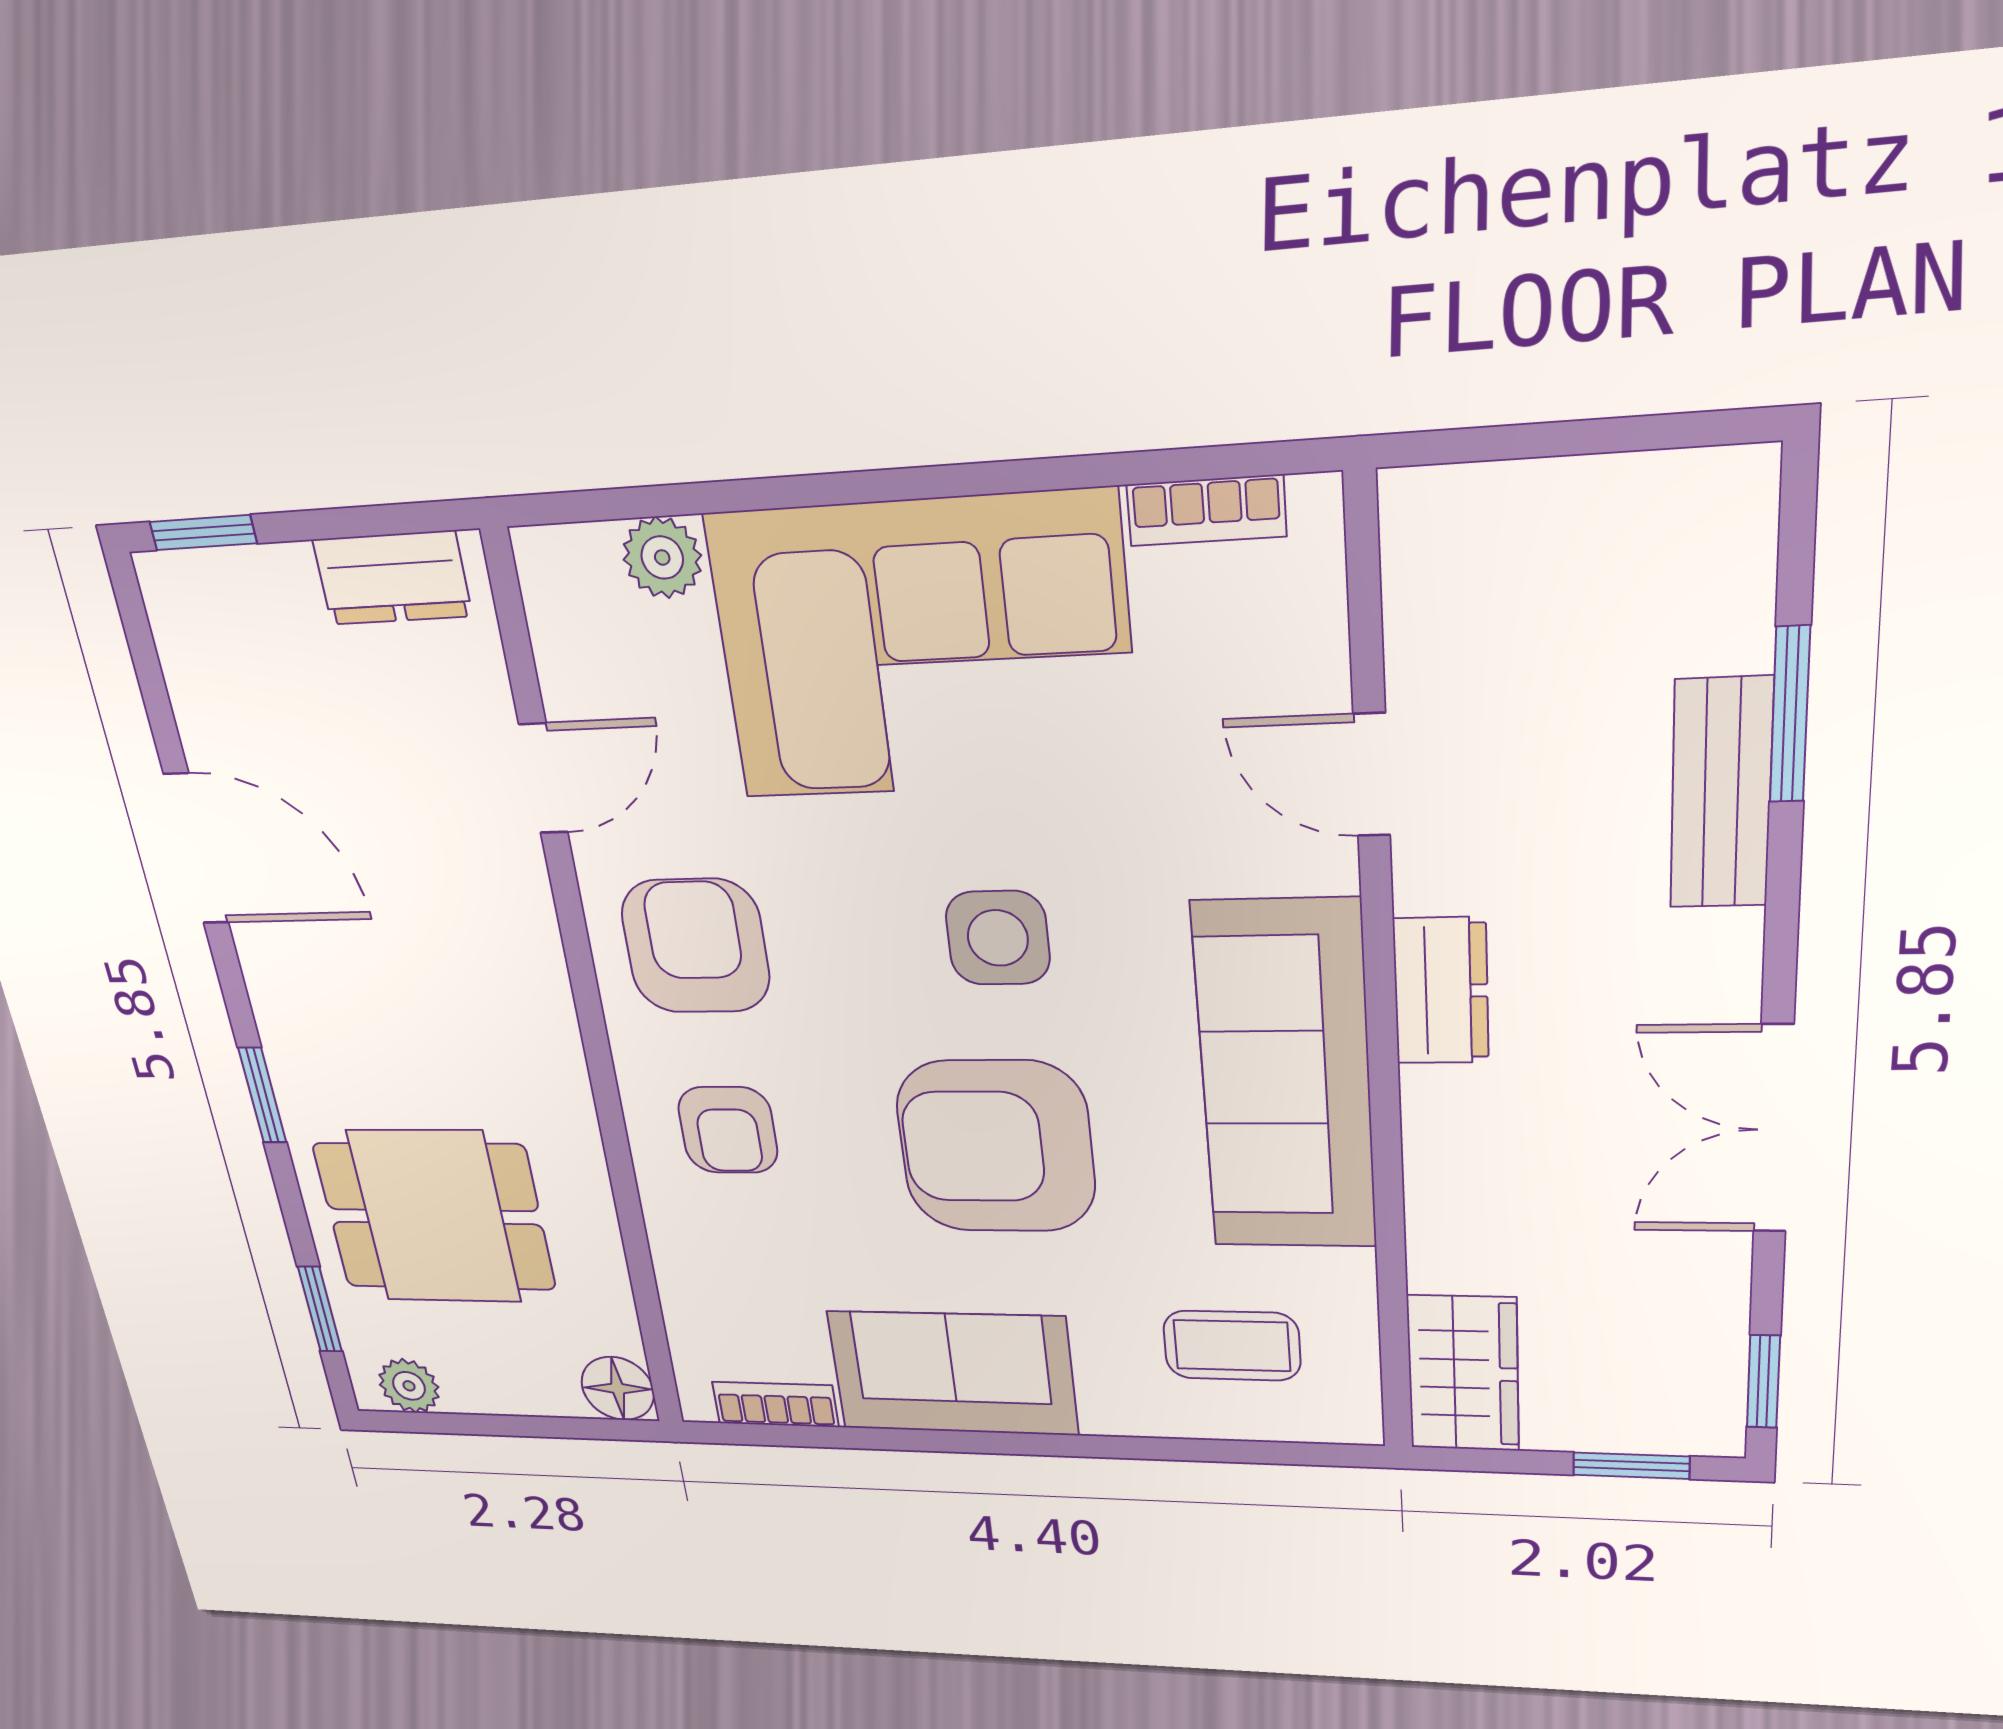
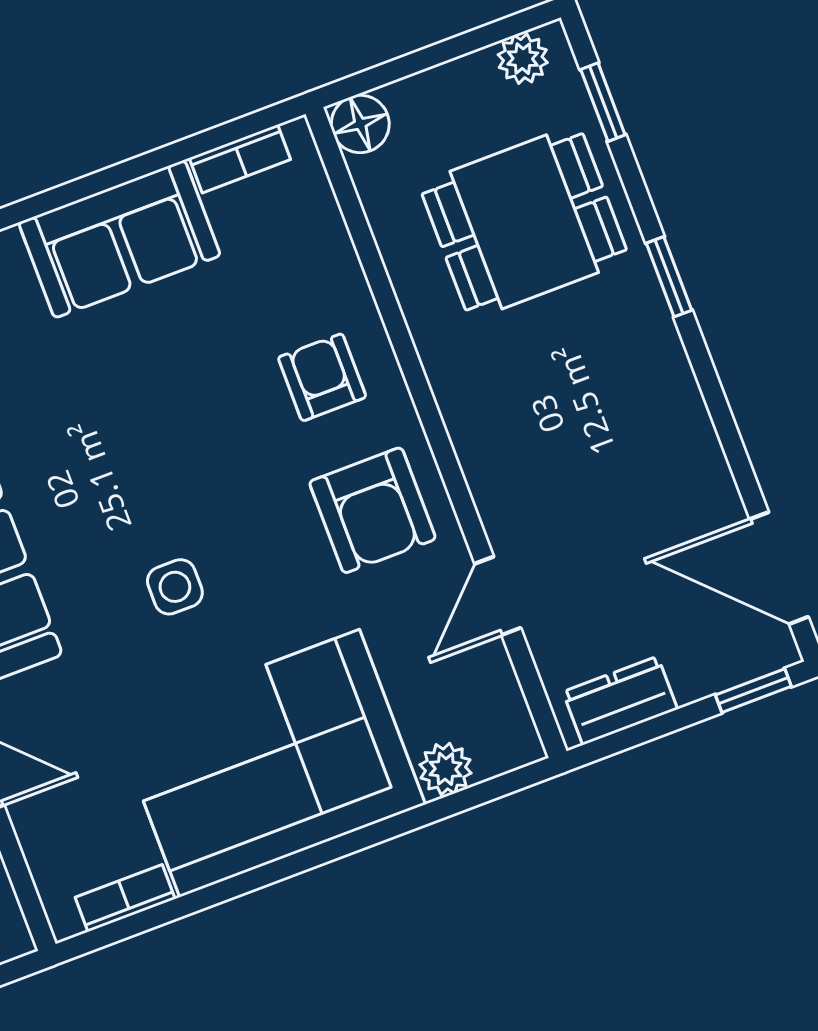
door: (196, 849) -> (779, 568), moved
side table: (998, 938) -> (175, 587), width x0.73, depth x0.73
armchair: (996, 1147) -> (137, 434), removed

